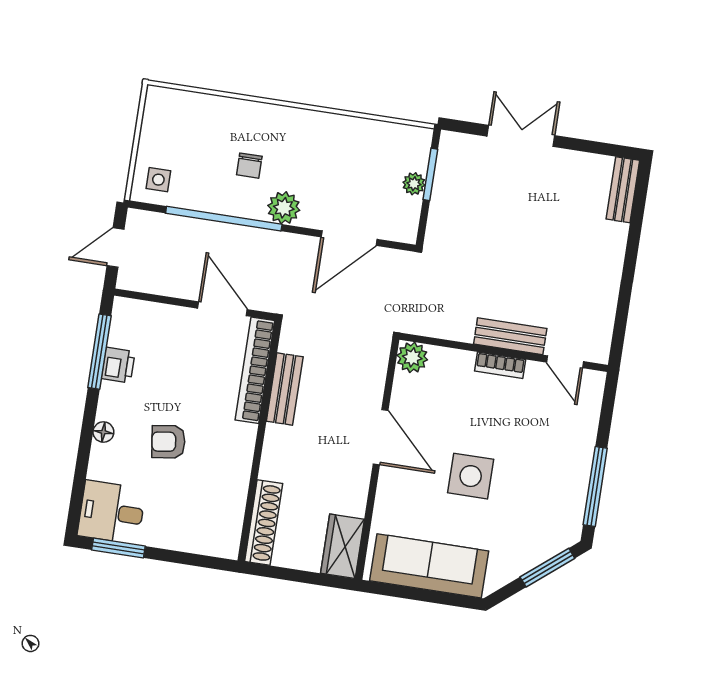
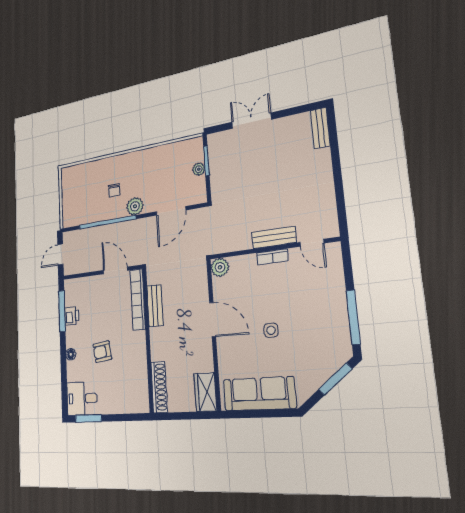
side table: (158, 180) -> (74, 213), removed
side table: (471, 476) -> (271, 330), width x0.54, depth x0.54

